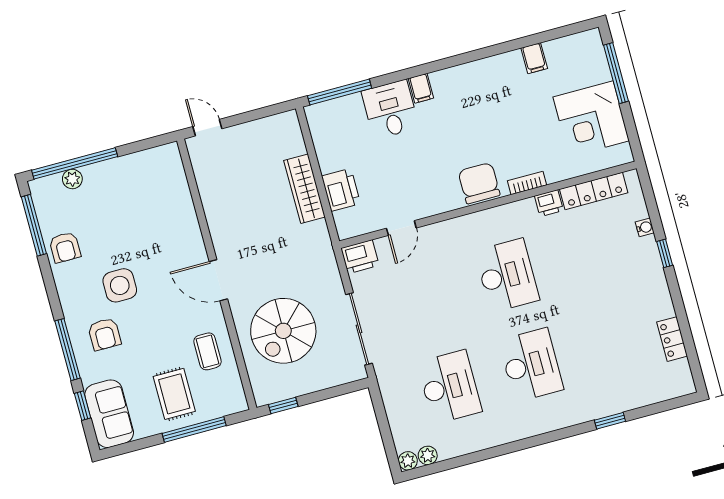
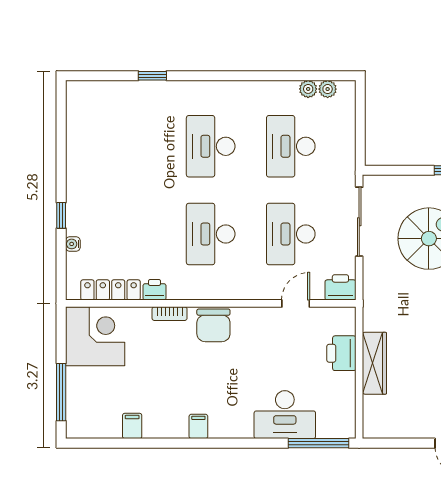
filing cabinet: (421, 88) -> (198, 426), moved
desk: (390, 109) -> (285, 415), width x1.37
corner desk: (591, 119) -> (95, 336), moved
desk: (425, 297) -> (291, 234), added
locker: (672, 339) -> (75, 135), removed
plant: (408, 461) -> (308, 89), moved

